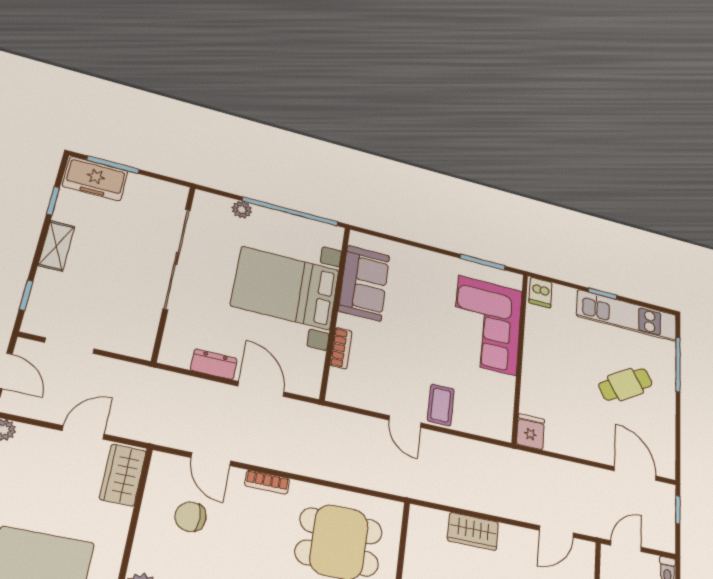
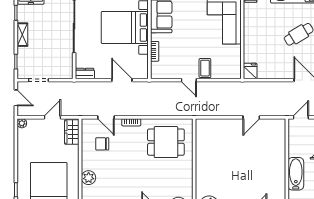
dresser: (214, 364) -> (85, 74), moved
wardrobe: (473, 531) -> (226, 125), removed
door: (556, 532) -> (251, 117), moved

